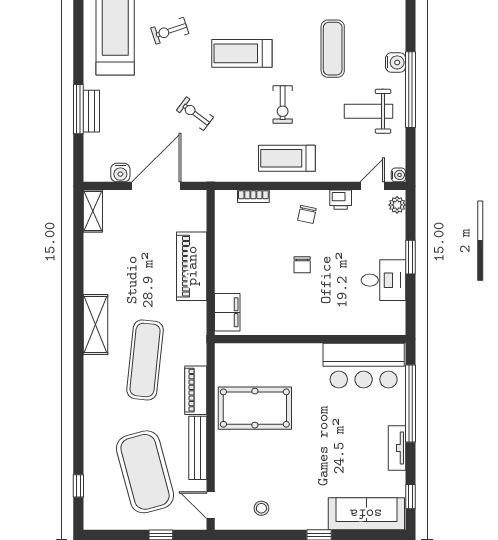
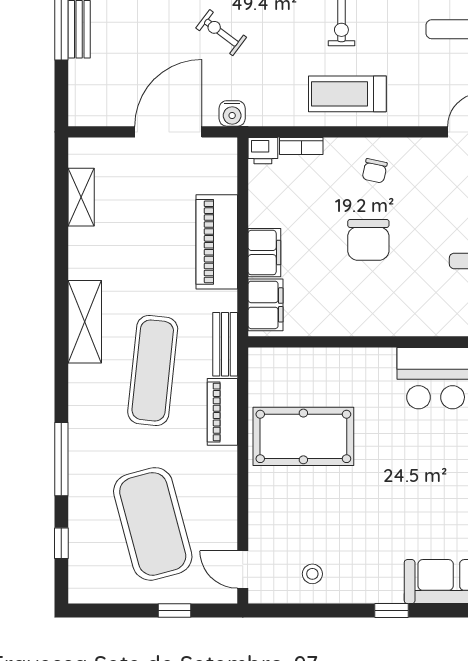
water cooler: (120, 173) -> (232, 113), moved
printer: (341, 200) -> (263, 151), moved
shelving: (93, 211) -> (81, 197), moved
chair: (302, 265) -> (368, 240), width x1.87, depth x1.87
filing cabinet: (226, 274) -> (264, 253), added
window: (78, 425) -> (61, 459), added
bench: (198, 448) -> (225, 344), moved, width x0.73

